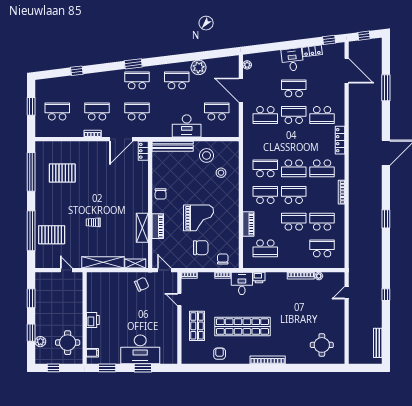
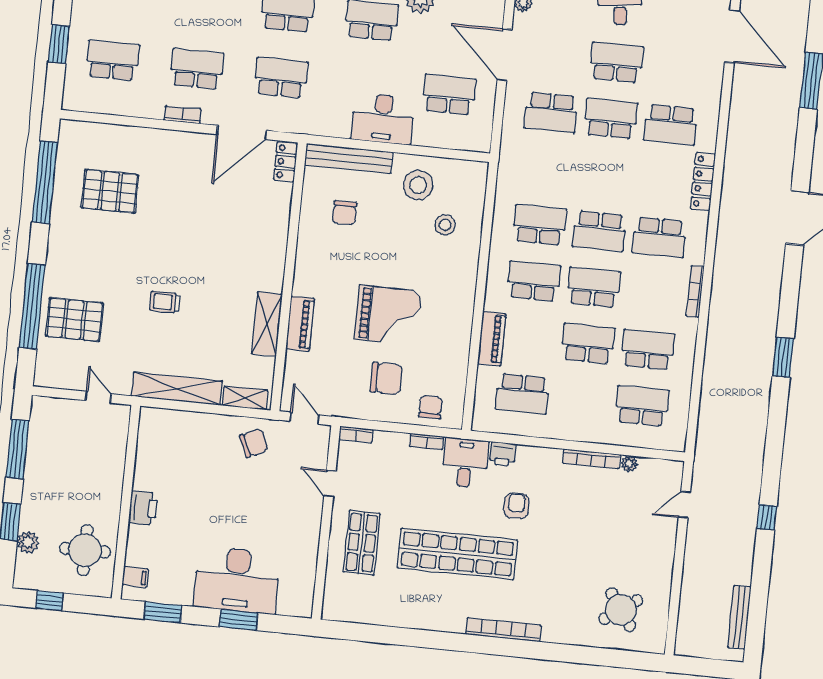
chair: (161, 194) -> (344, 213), moved
window: (31, 298) -> (18, 449), width x1.44
round table: (322, 345) -> (621, 610), turned -35
armchair: (220, 354) -> (516, 506), moved

